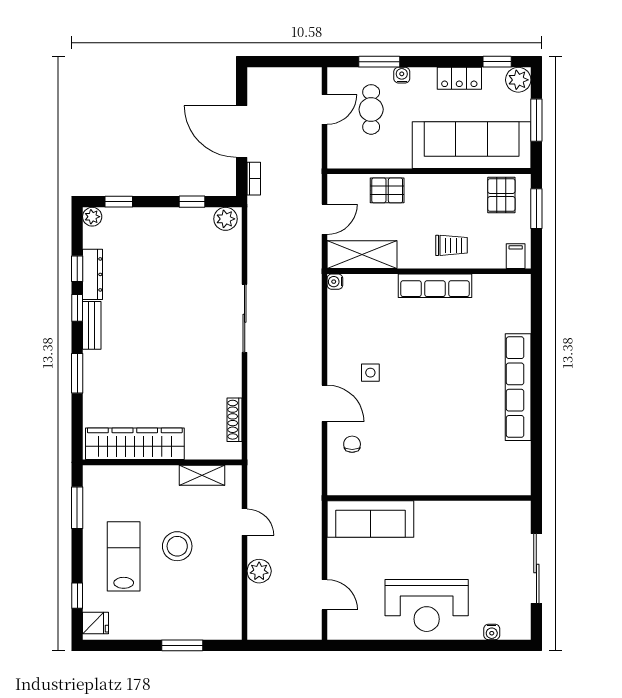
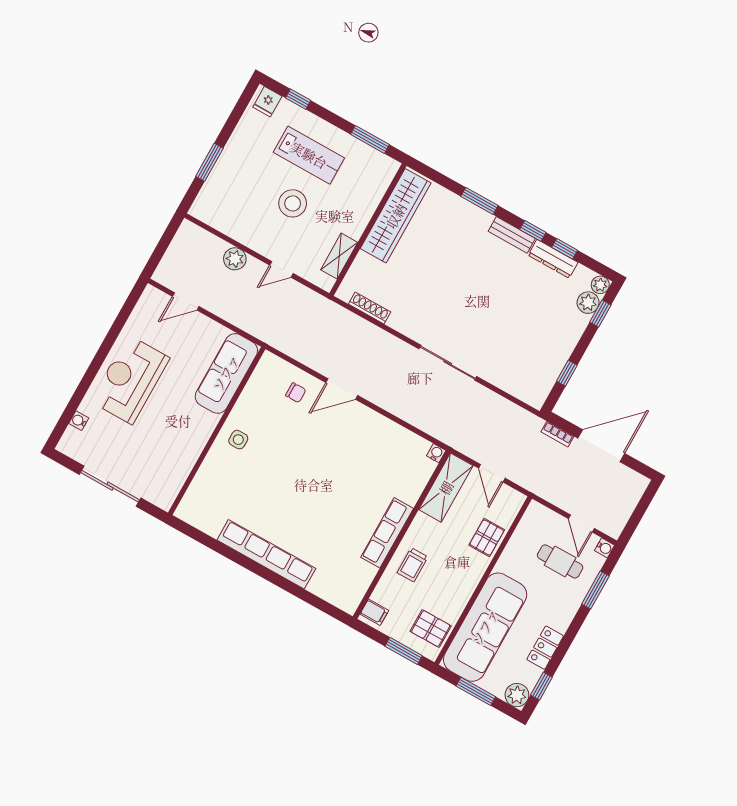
water cooler: (402, 75) -> (605, 548), moved
plant: (225, 219) -> (588, 303), moved
side table: (370, 373) -> (238, 440), moved

